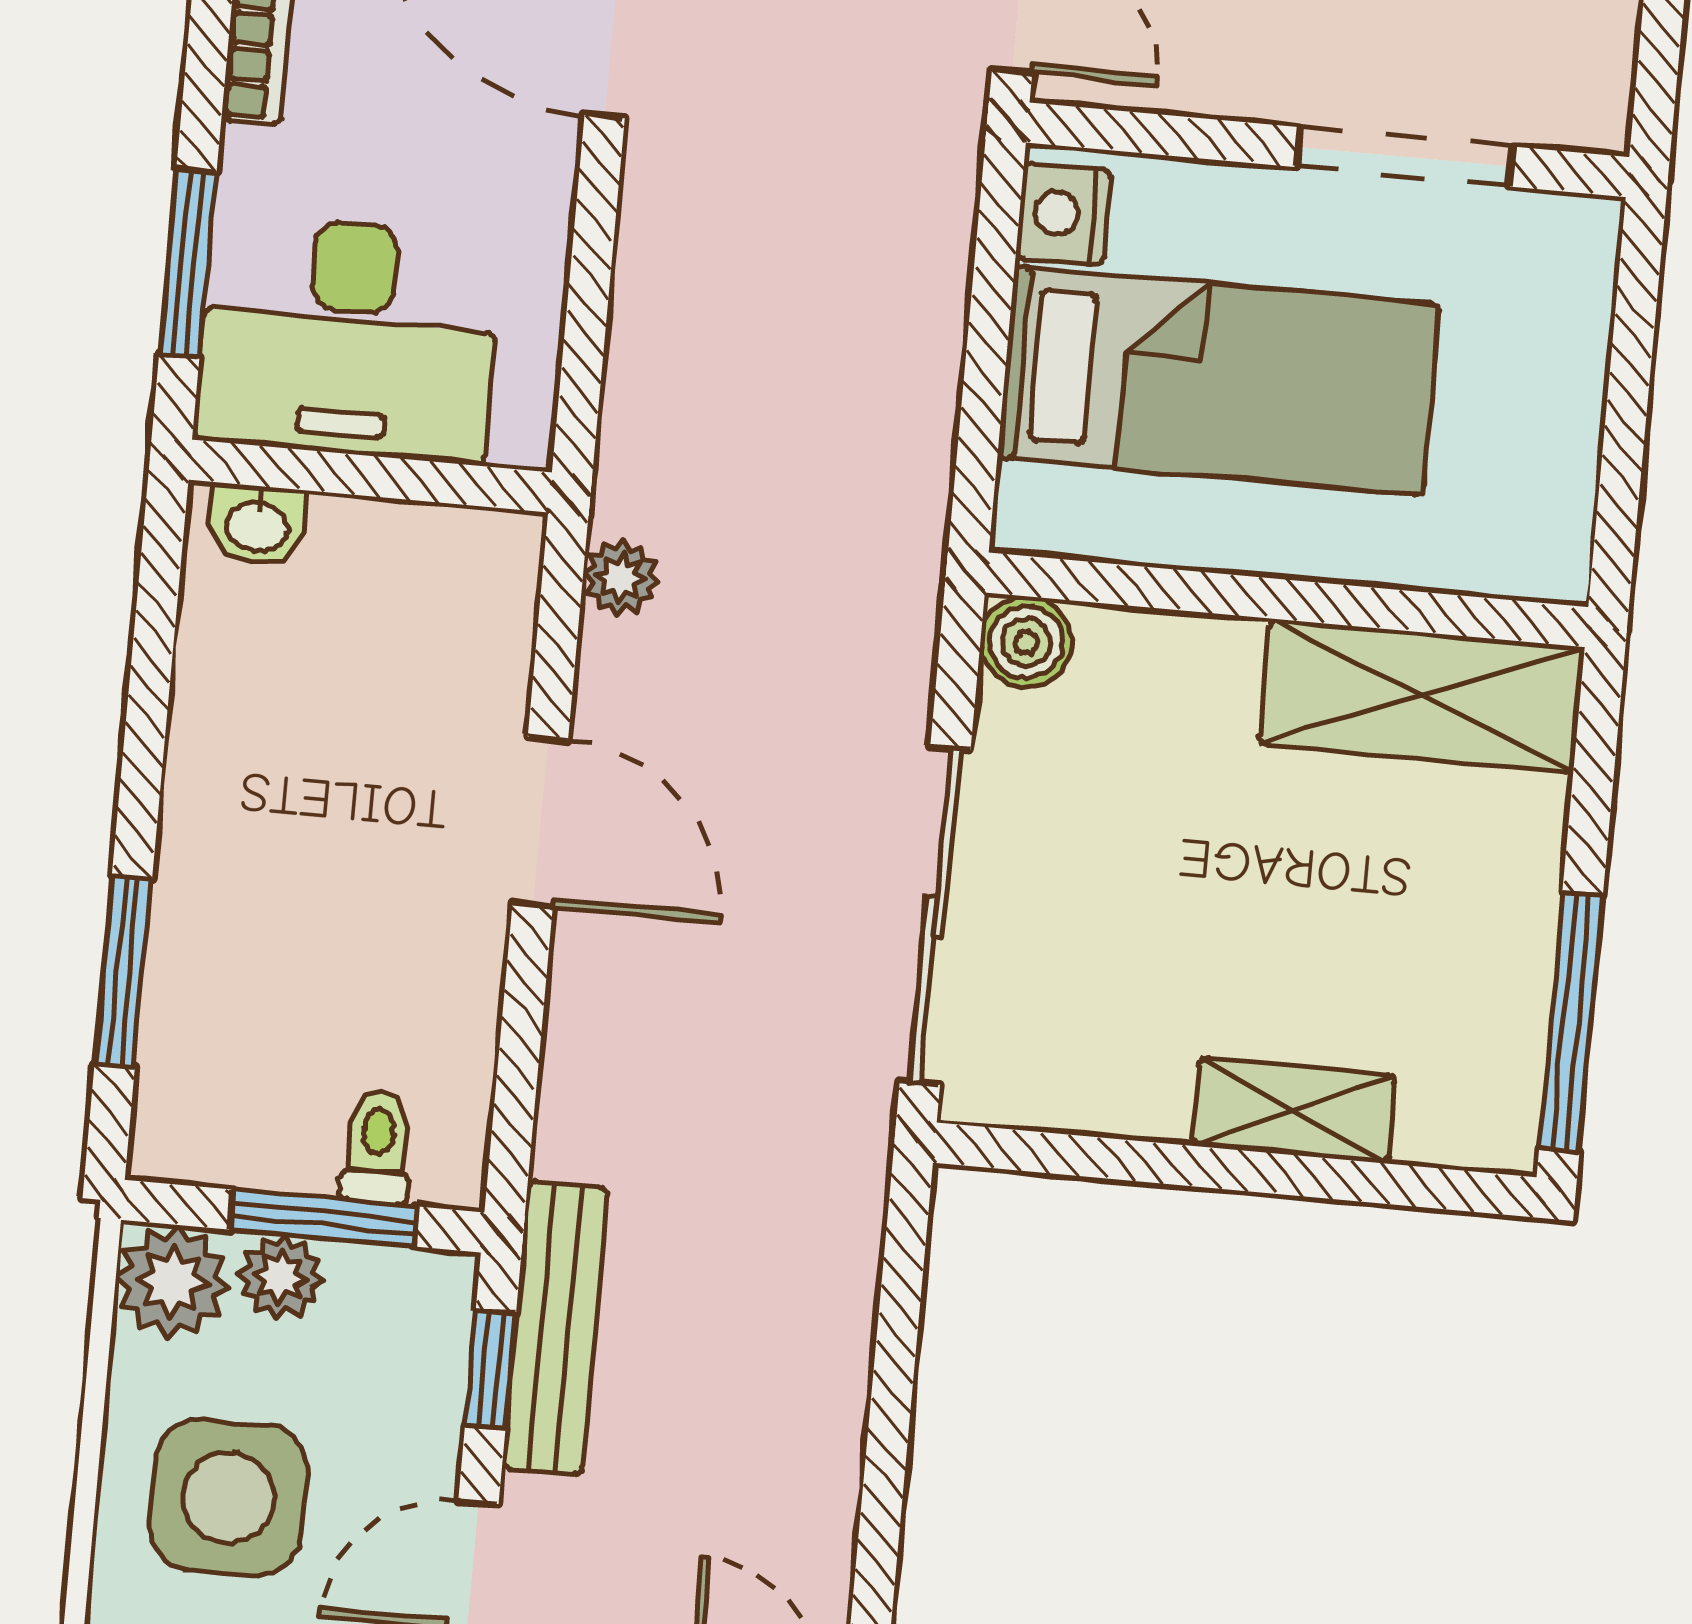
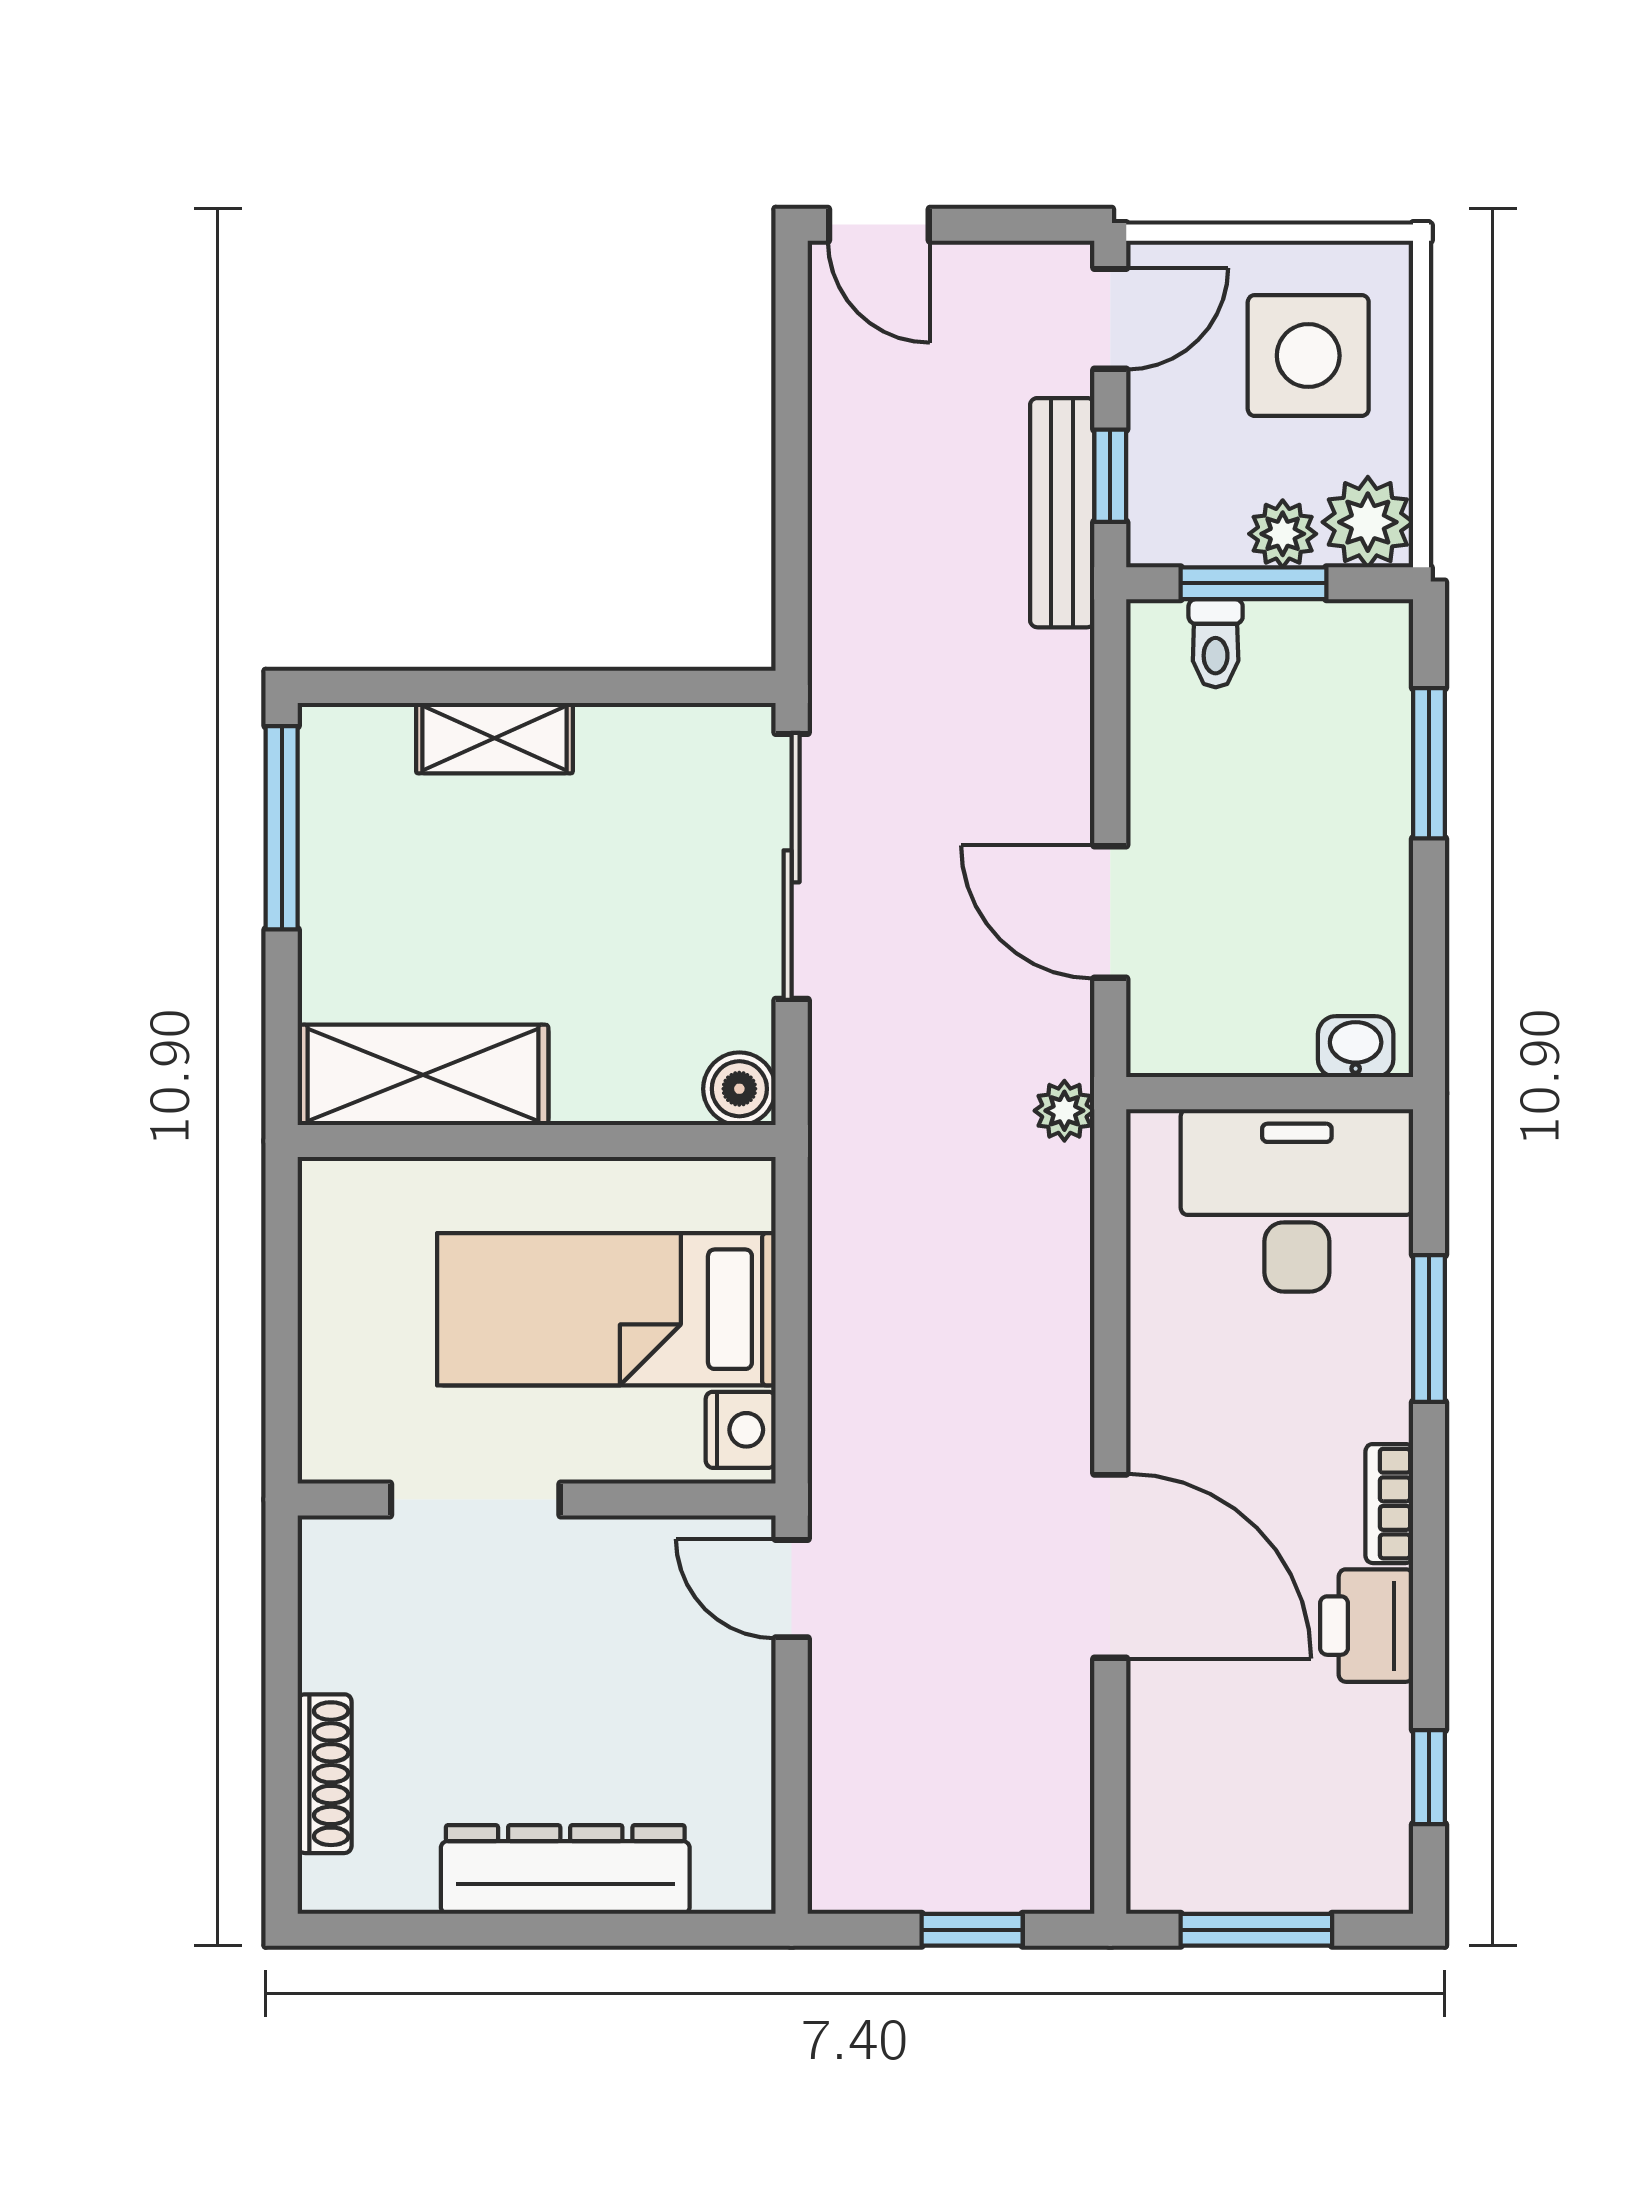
desk: (348, 338) -> (1297, 1200), moved
wall: (370, 476) -> (1270, 1093), moved
washbasin: (257, 525) -> (1356, 1047), moved

